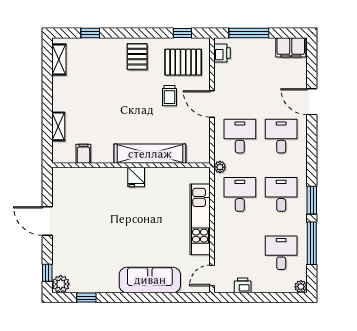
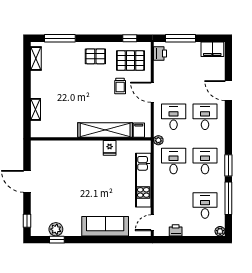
window: (90, 33) -> (60, 38), width x2.17
pallet: (137, 57) -> (95, 56), turned 90
filing cabinet: (83, 154) -> (139, 130), moved
fridge: (136, 177) -> (110, 148), moved
plant: (61, 284) -> (56, 229), moved

